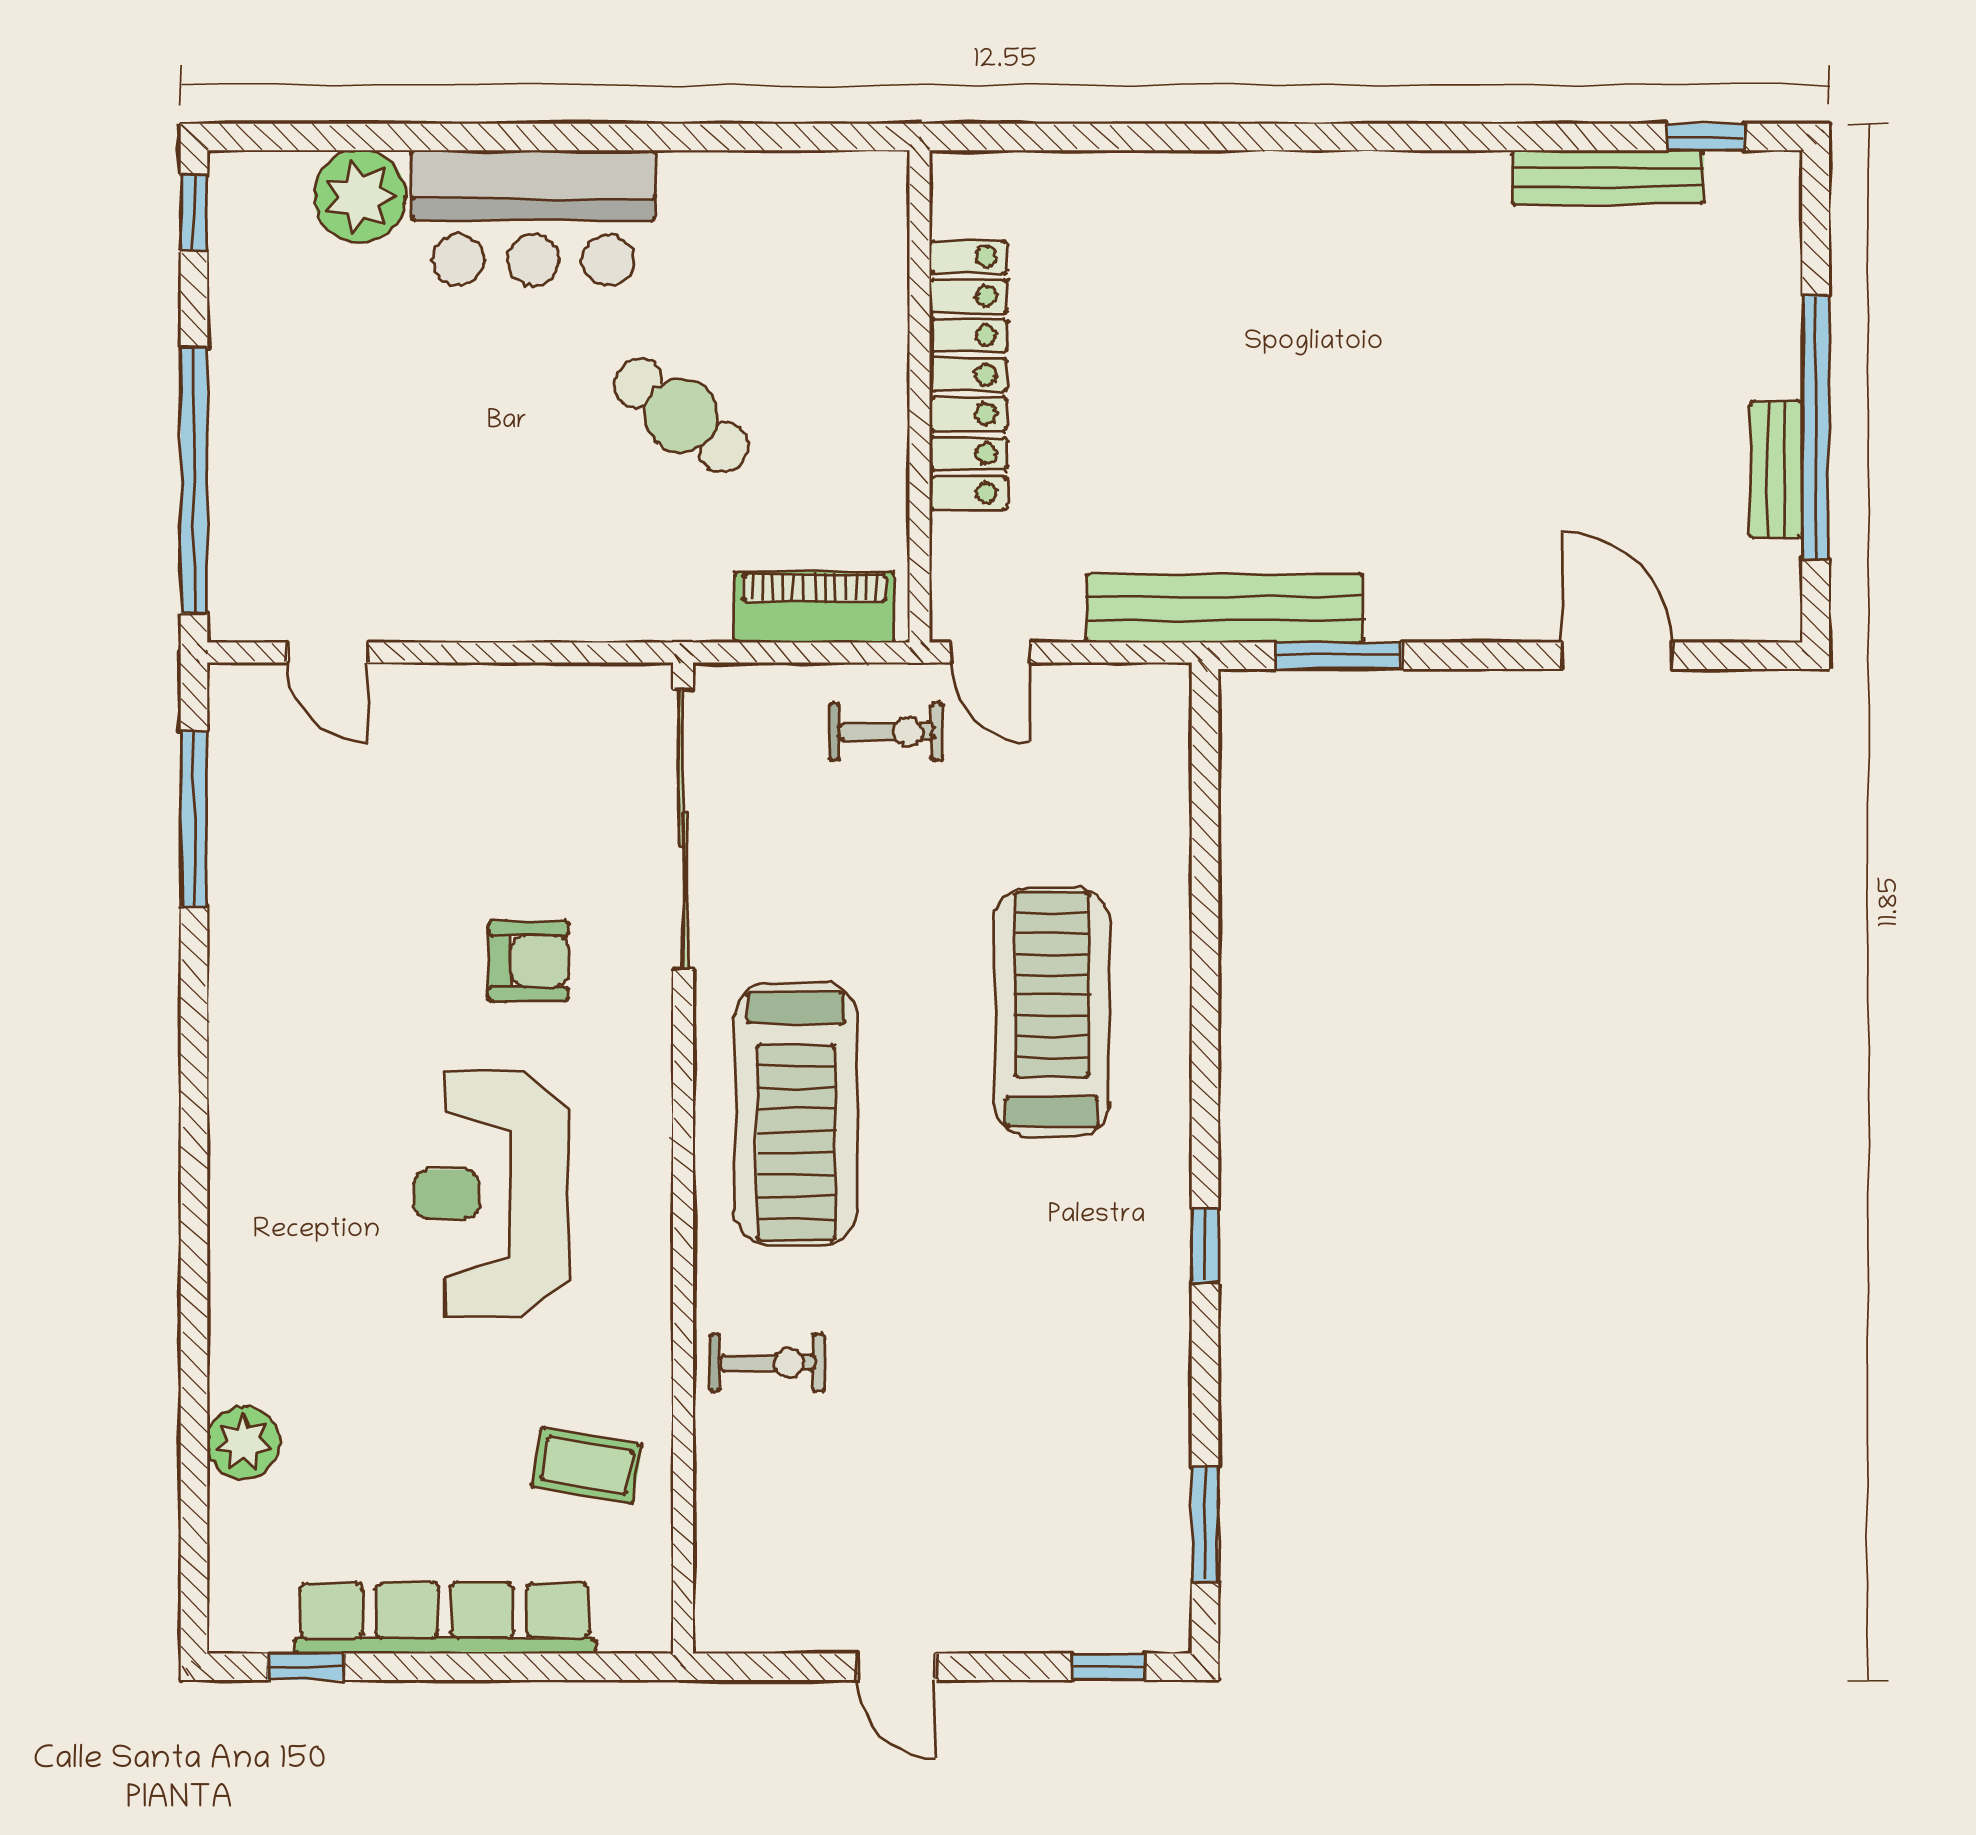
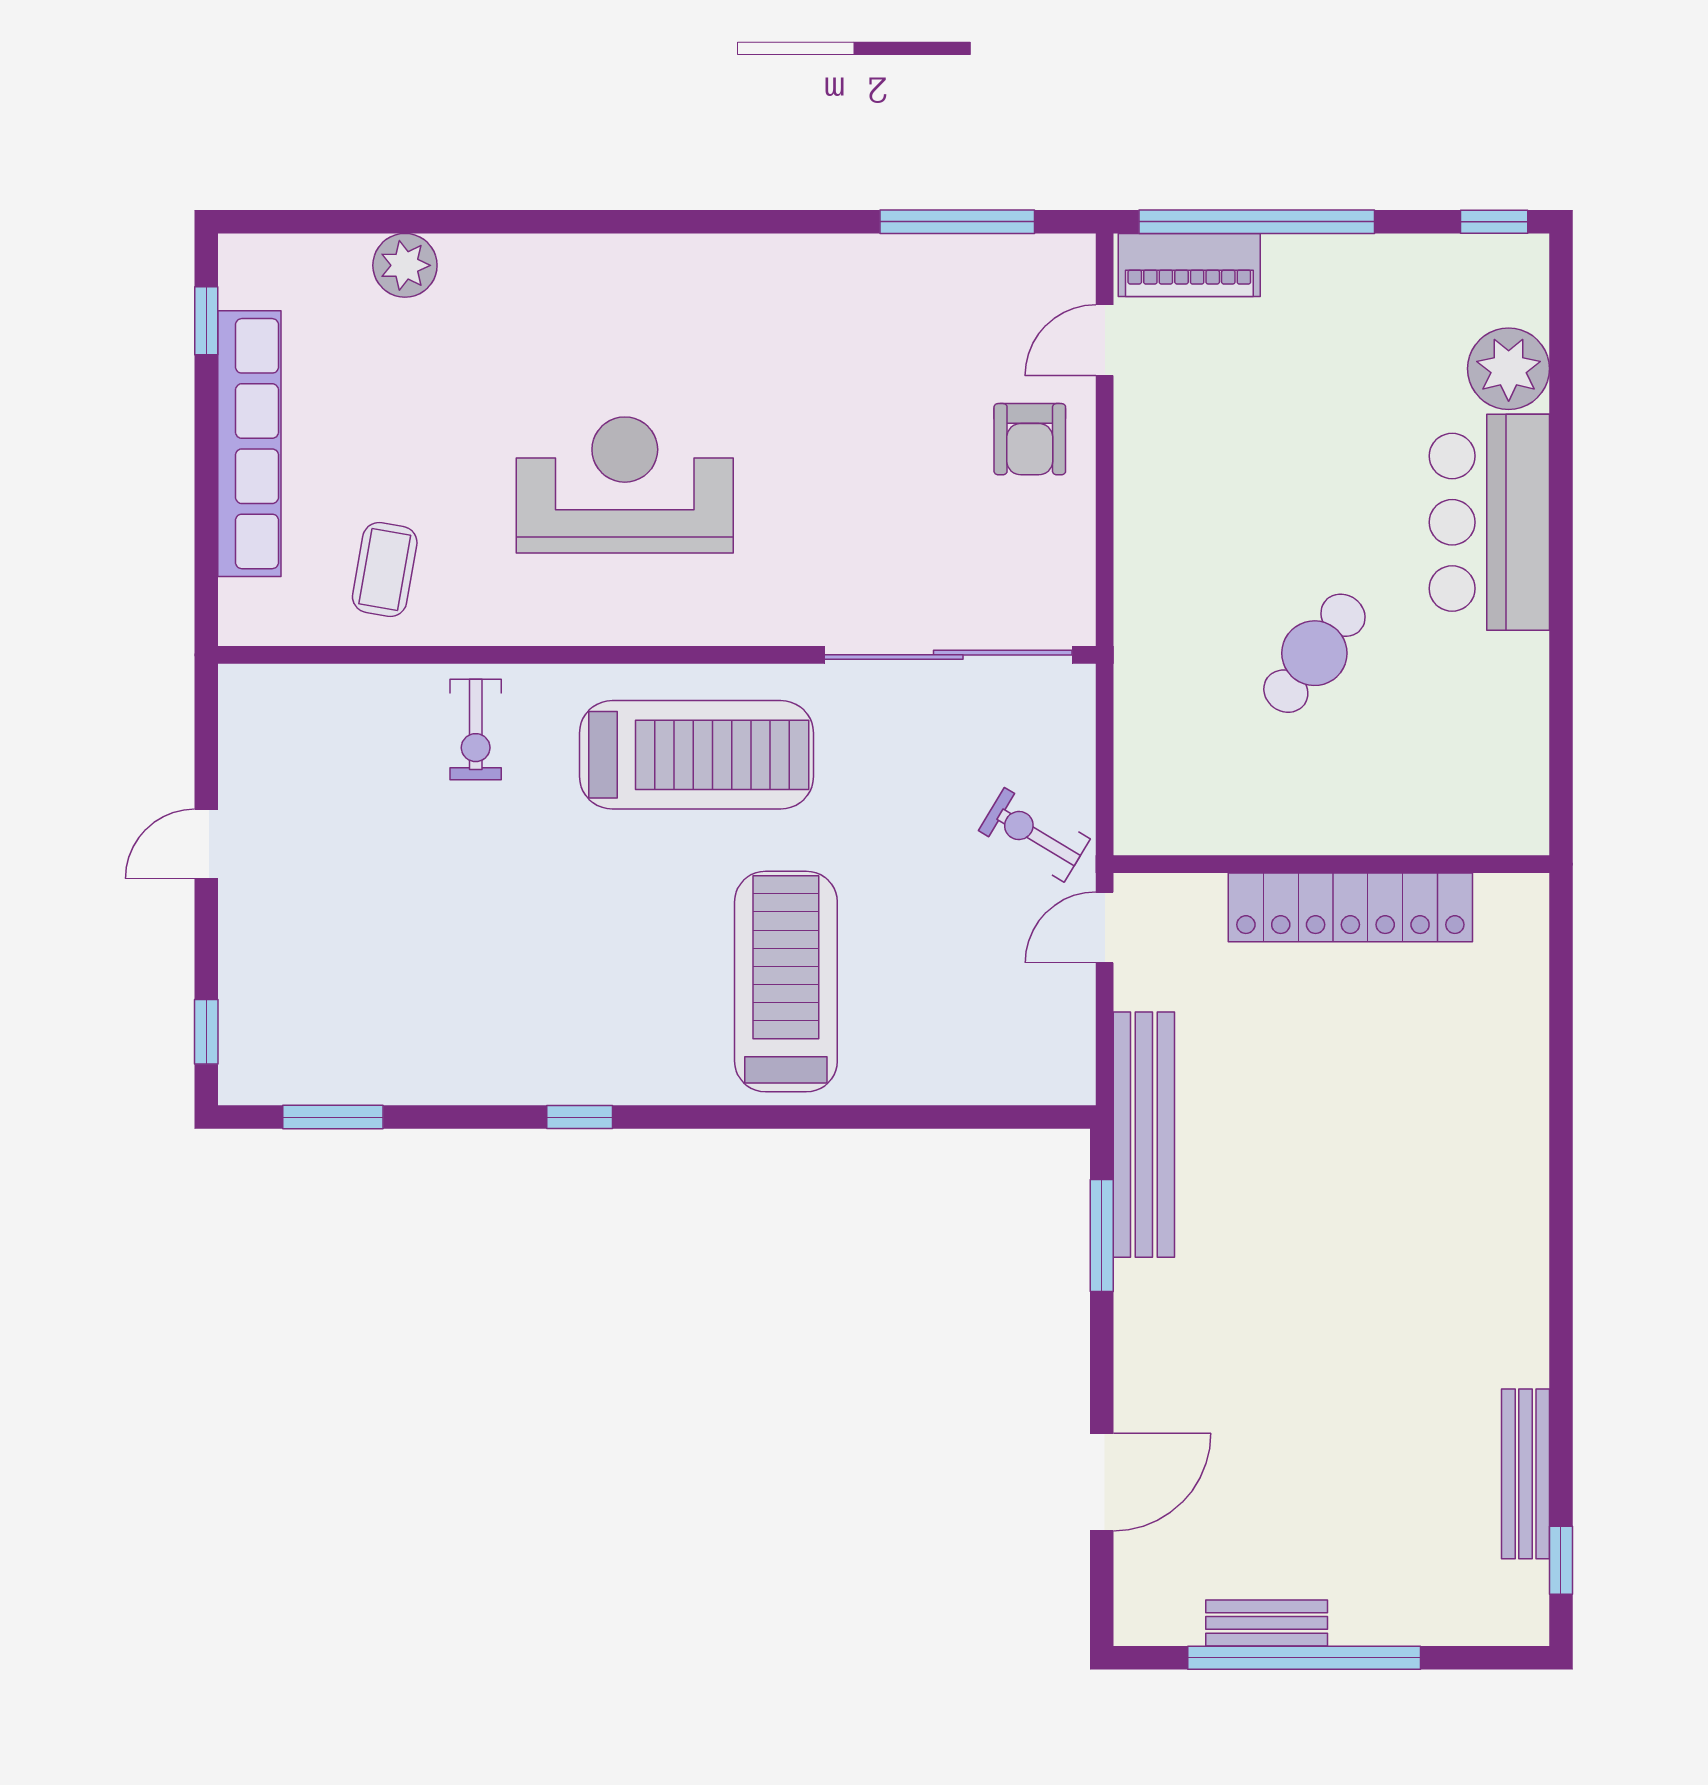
piano: (814, 607) -> (1189, 265), moved, turned 90
exercise bike: (886, 732) -> (1034, 835), turned 121
armchair: (528, 961) -> (1030, 439), moved
treadmill: (1052, 1012) -> (786, 982), turned -90
treadmill: (796, 1113) -> (696, 755), turned 180

